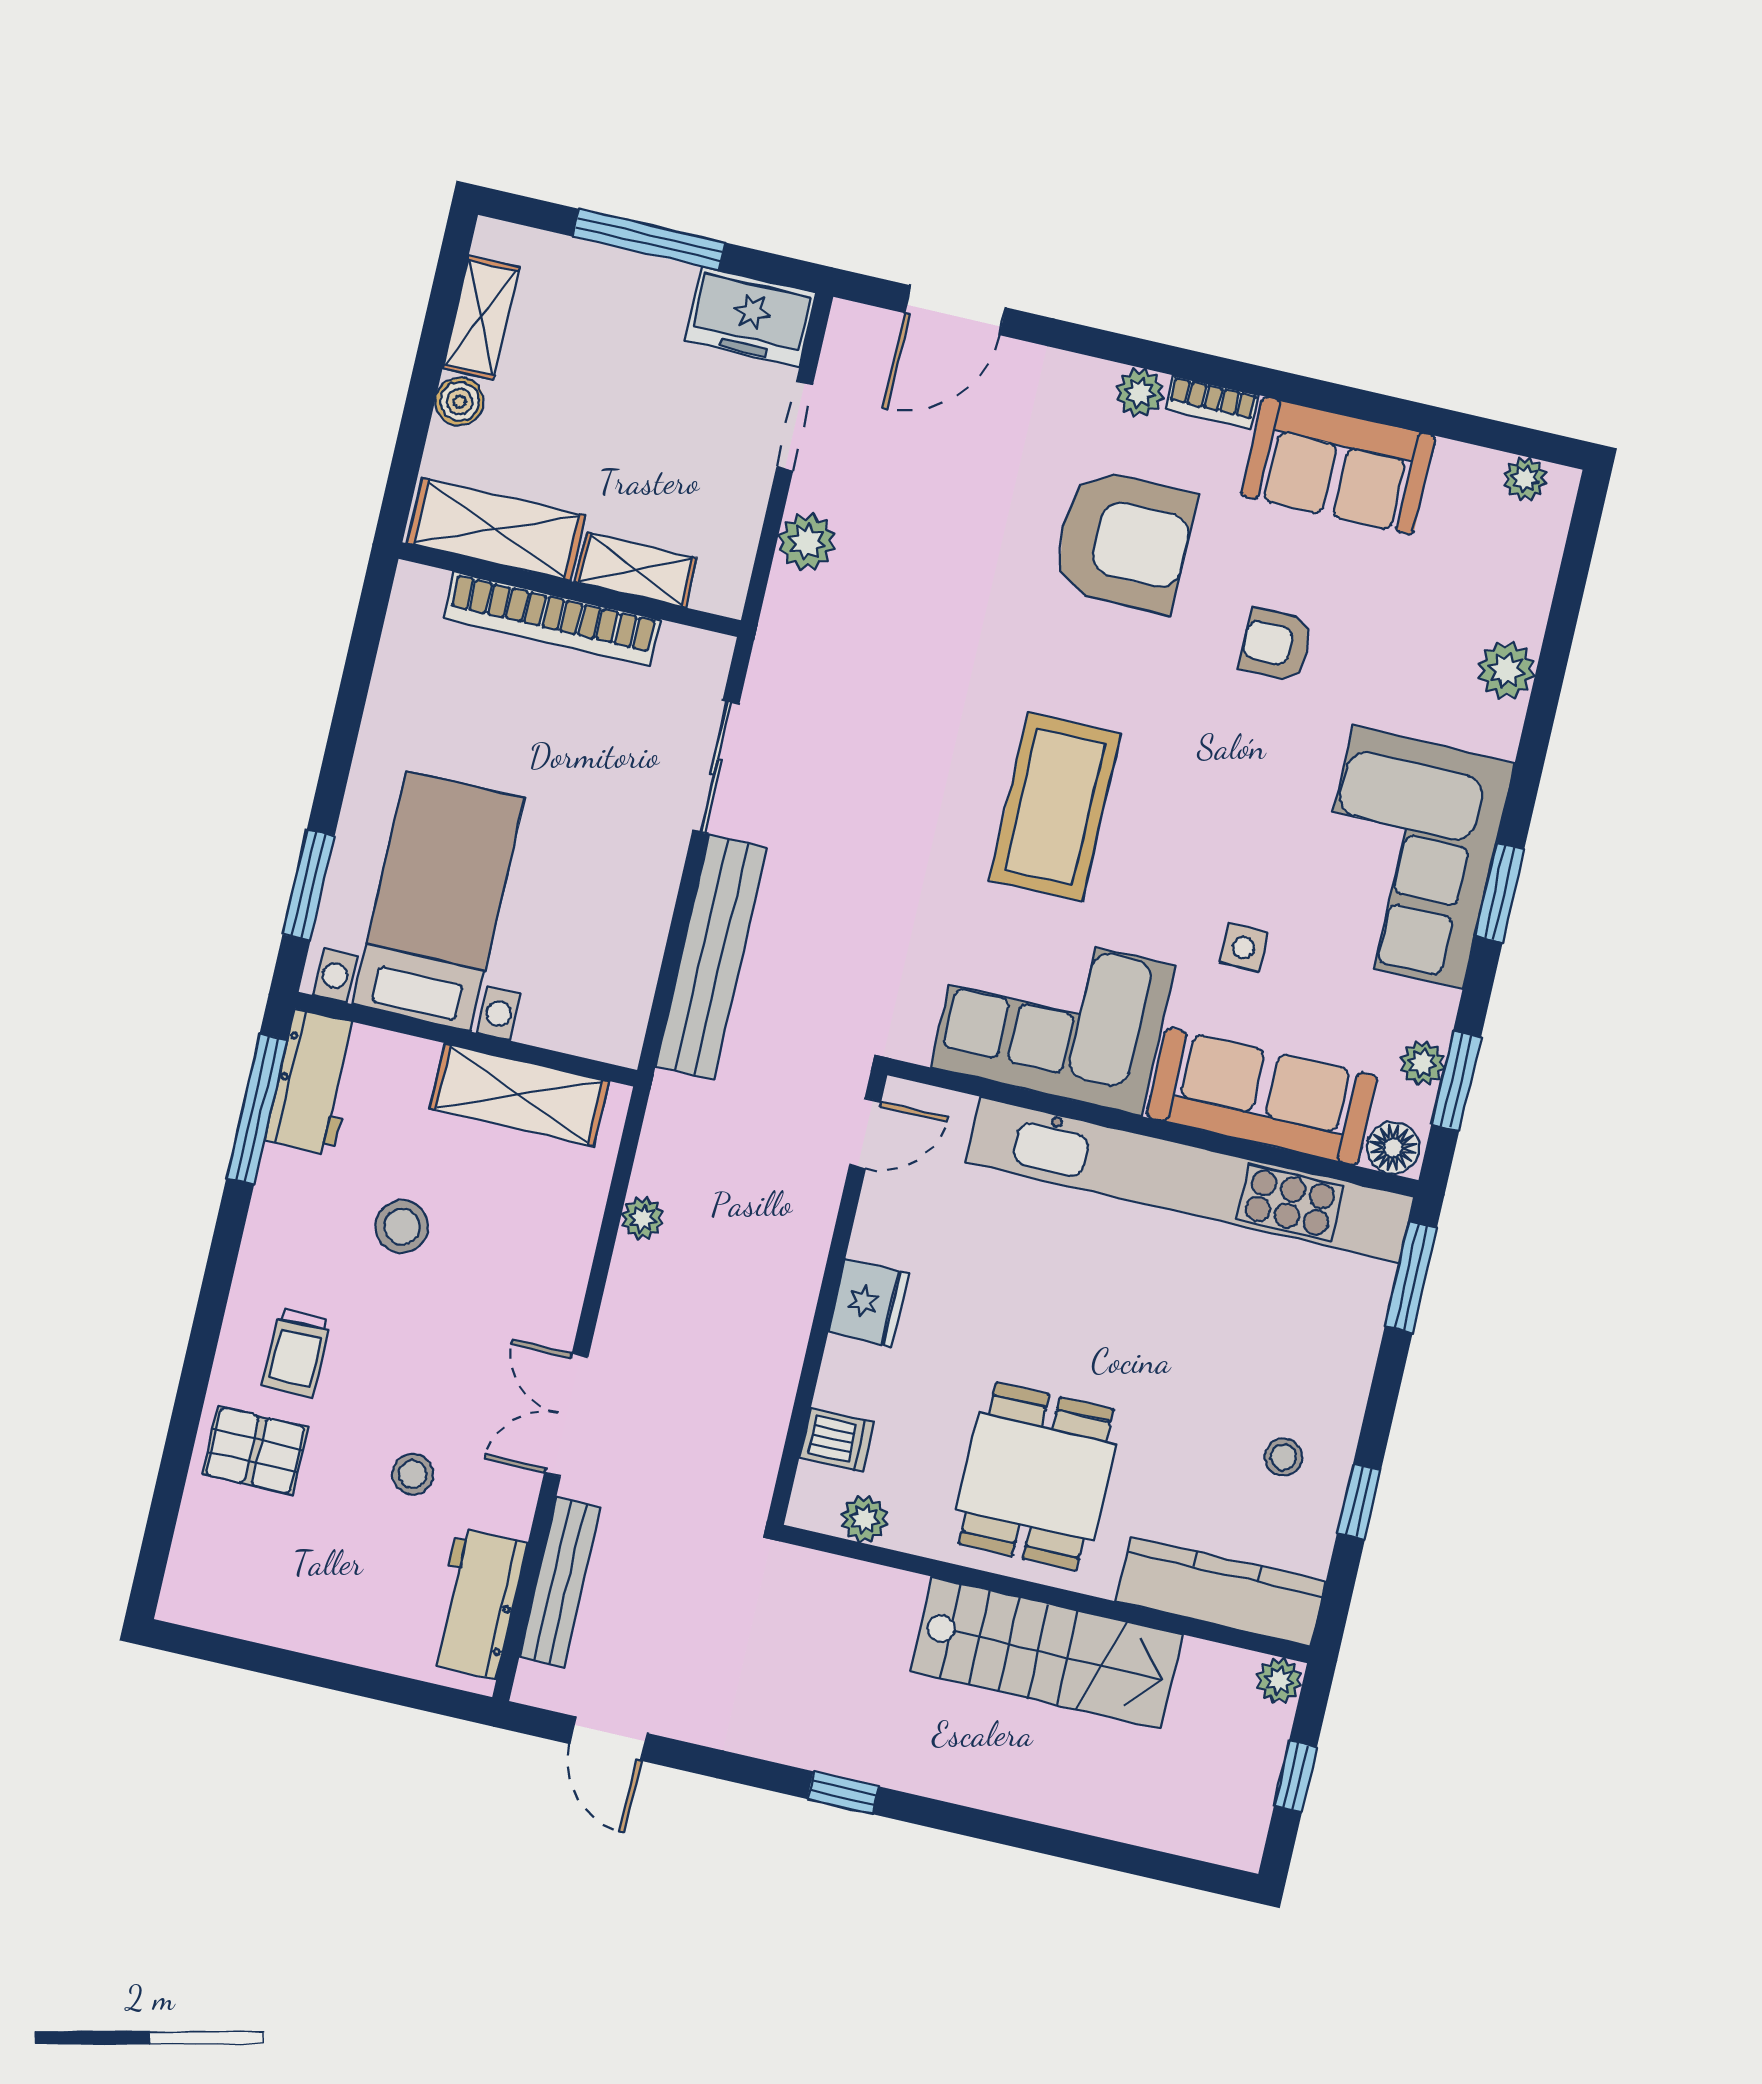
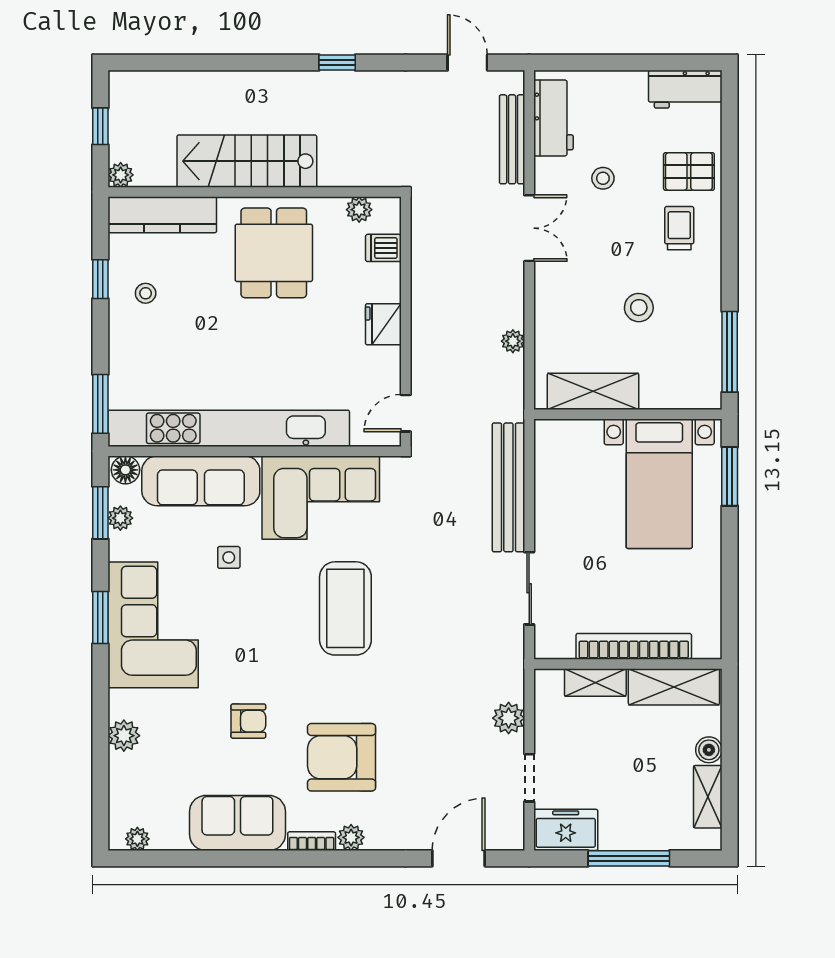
workbench: (314, 1082) -> (685, 89), moved, turned -90

